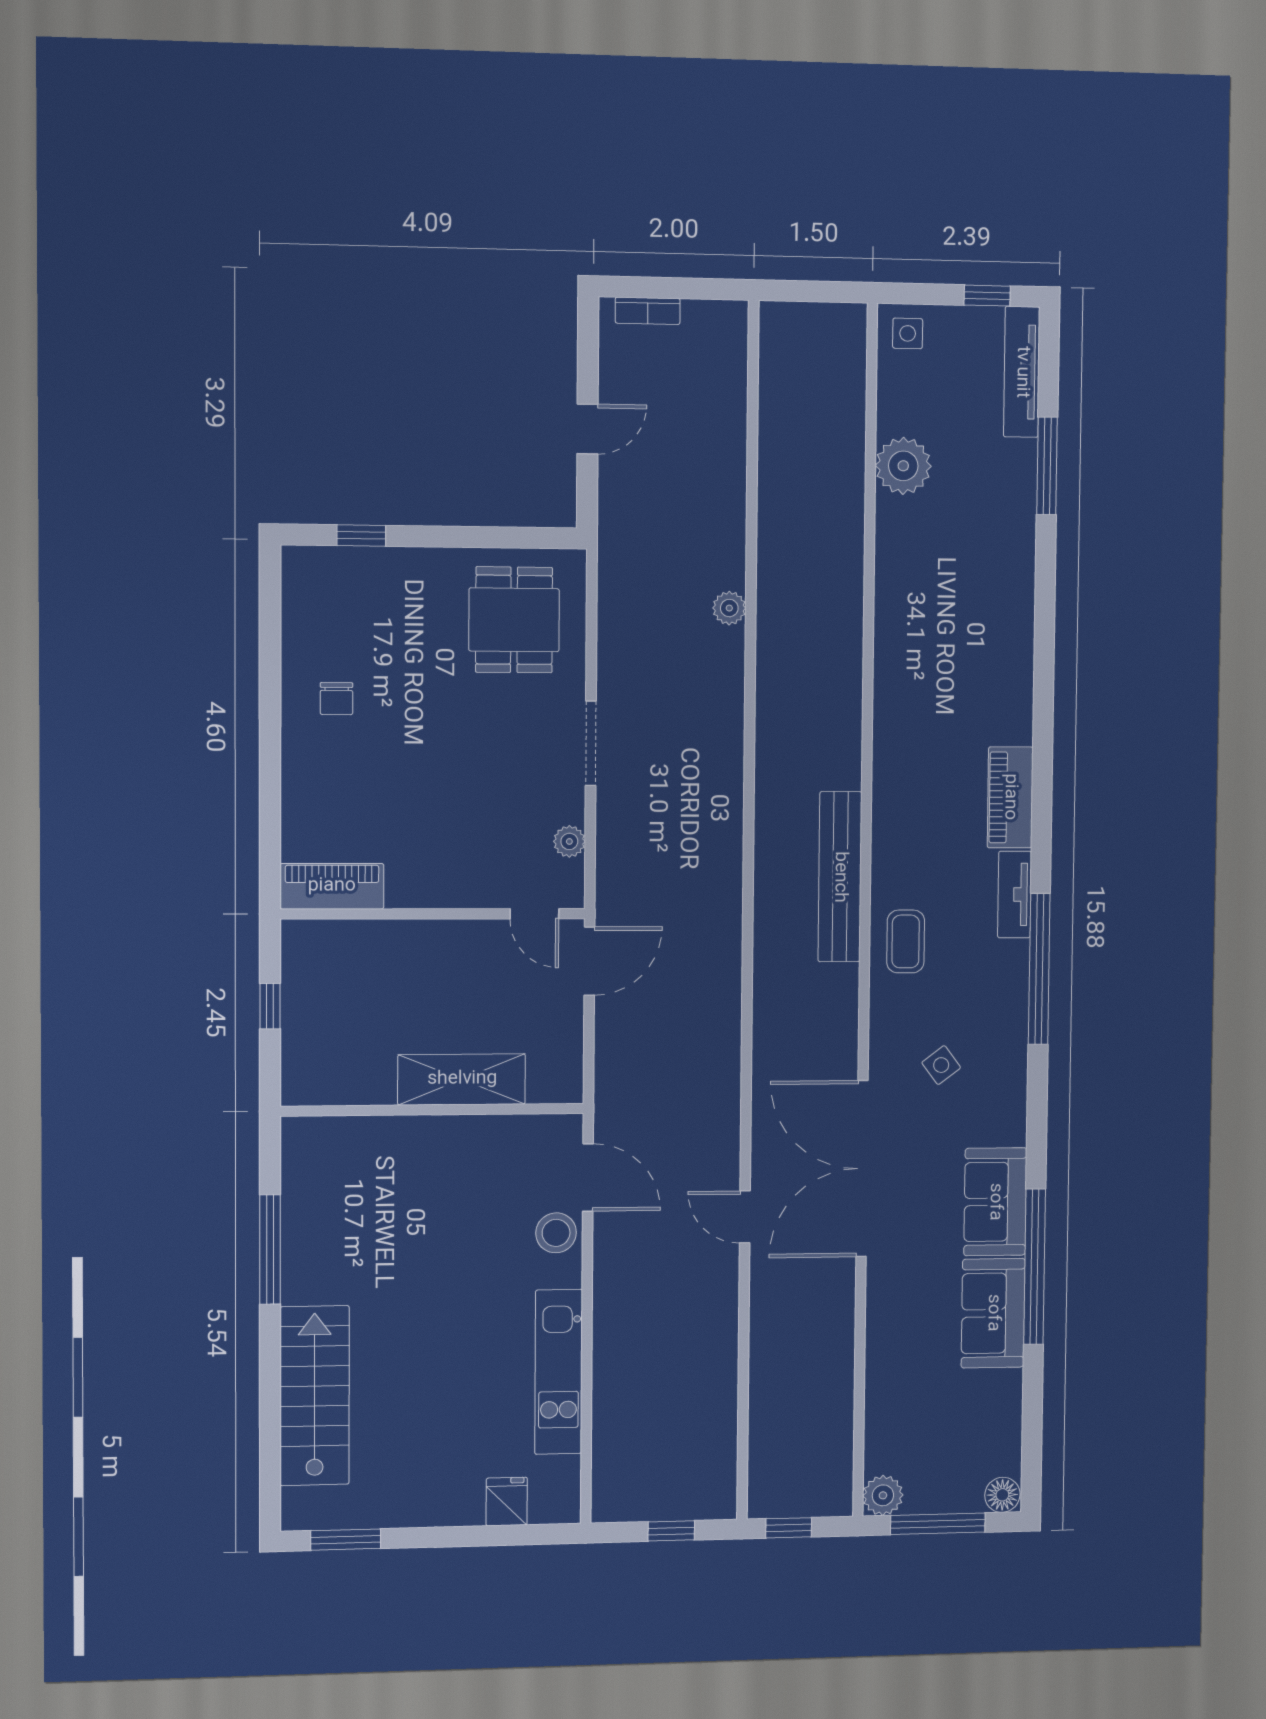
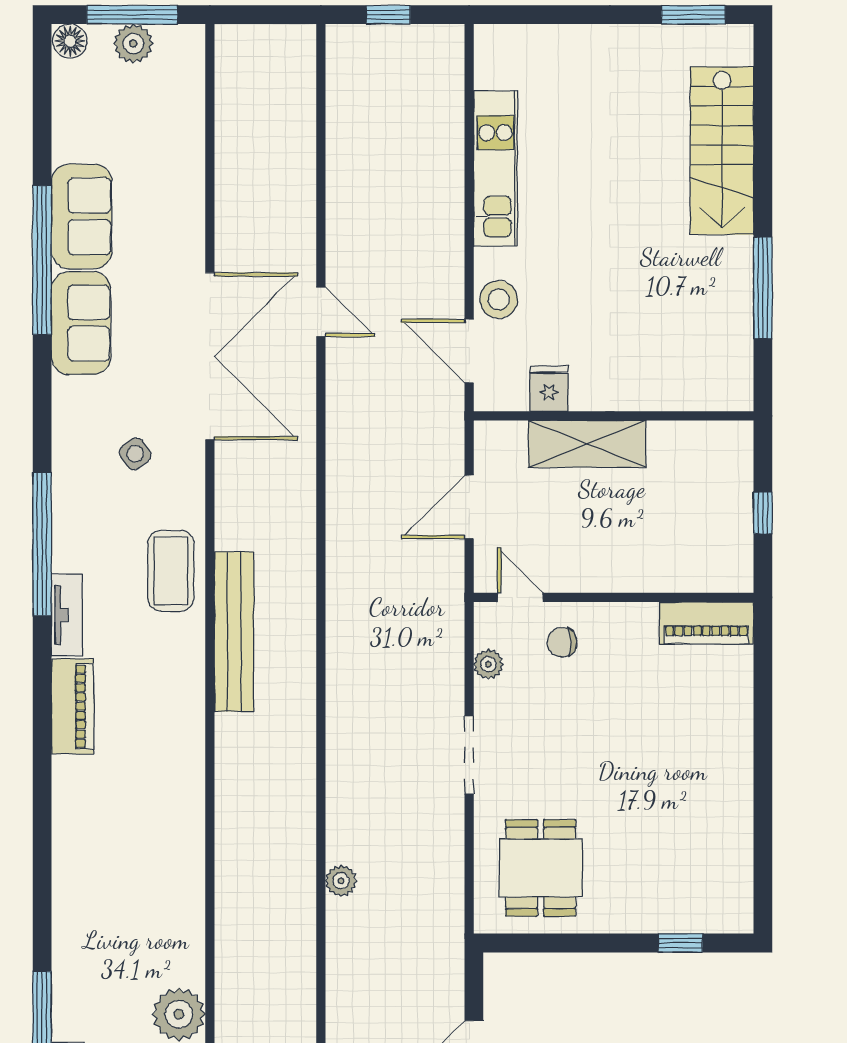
chair: (336, 699) -> (562, 642), moved, turned -94
coffee table: (906, 941) -> (171, 571), width x1.36, depth x1.30
door: (589, 961) -> (469, 507), moved
plant: (883, 1495) -> (133, 44), moved
fridge: (507, 1502) -> (549, 389), moved, turned 180
window: (789, 1528) -> (276, 15), removed

